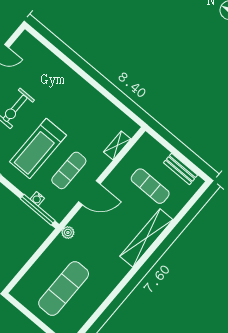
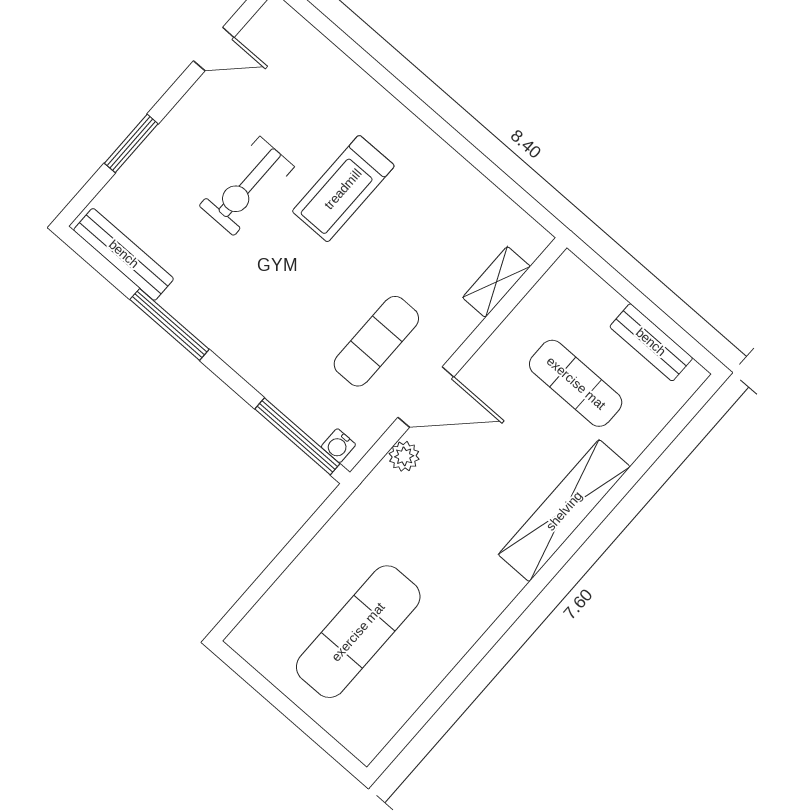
treadmill: (38, 148) -> (343, 189), moved, width x0.73, depth x0.73
water cooler: (37, 199) -> (338, 446), moved
plant: (68, 232) -> (404, 456), moved

